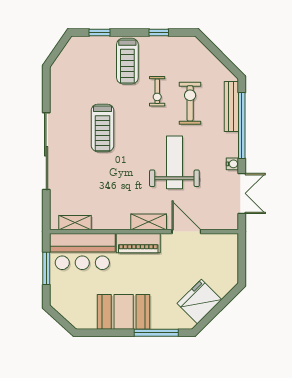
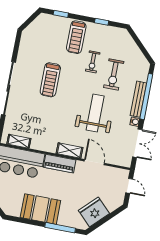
exercise bike: (190, 103) -> (114, 74), turned 180
bench: (231, 107) -> (138, 99), moved
door: (242, 255) -> (129, 186), added

